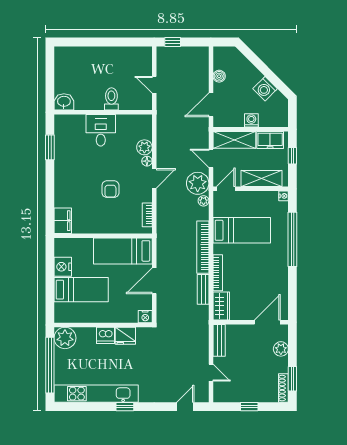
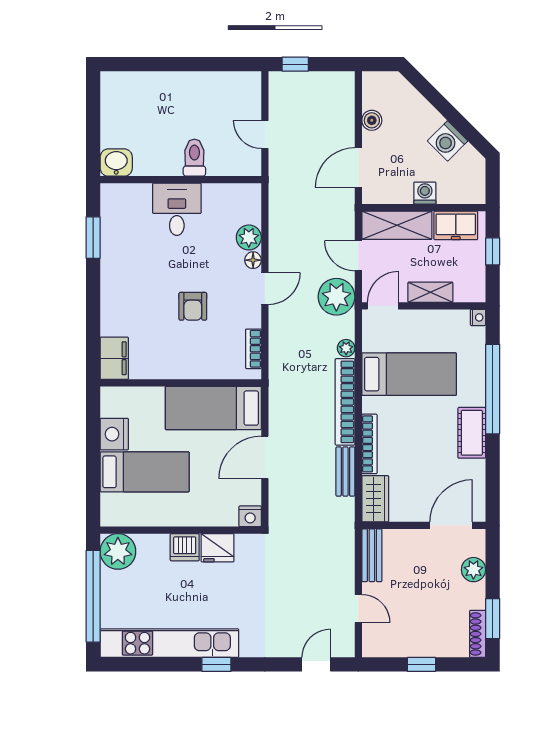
shelving: (261, 179) -> (430, 292), width x0.67, depth x0.75
plant: (204, 201) -> (346, 348), moved
cot: (280, 266) -> (472, 433), added

